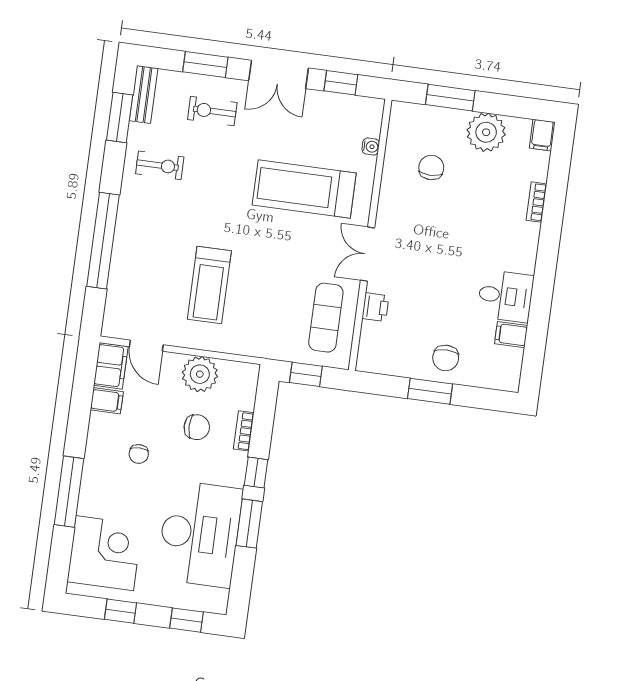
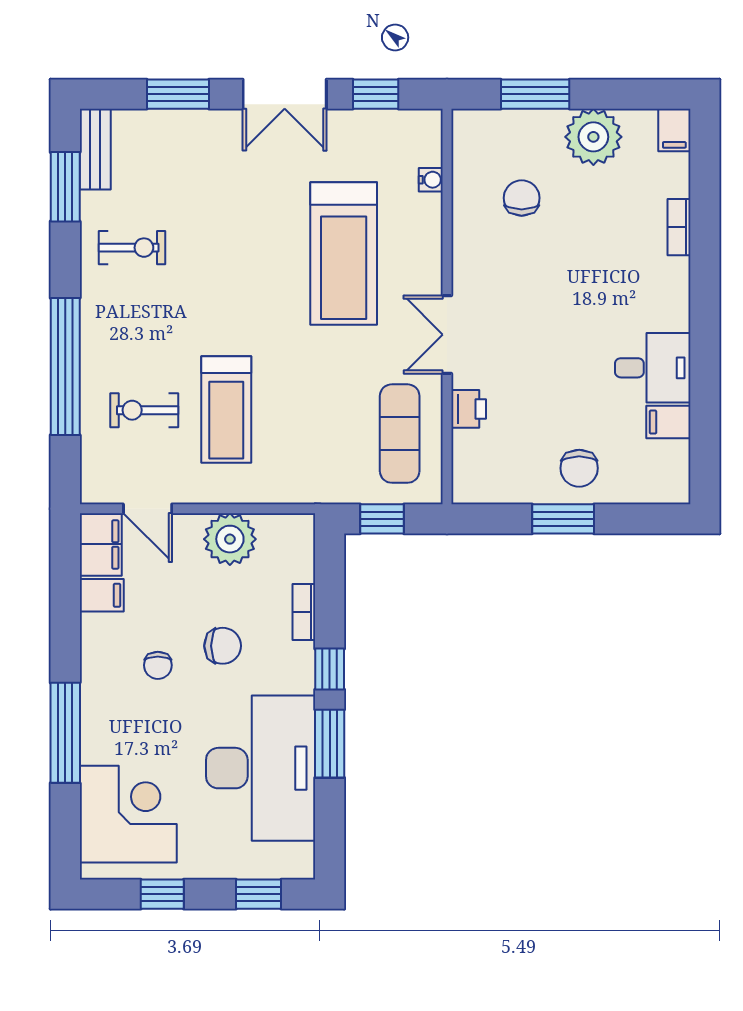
exercise bike: (212, 111) -> (144, 410), moved
treadmill: (304, 189) -> (344, 253), turned -90
chair: (197, 427) -> (223, 646), moved

